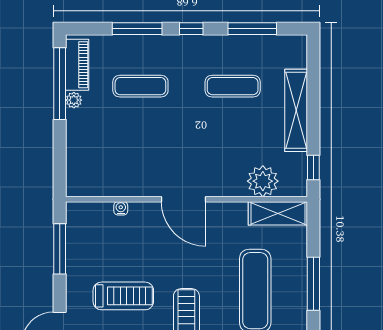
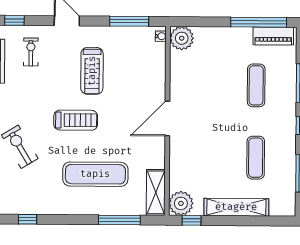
plant: (74, 100) -> (182, 38), moved, width x1.87, depth x1.87
plant: (263, 181) -> (181, 203), moved
water cooler: (121, 208) -> (161, 36), moved
window: (313, 284) -> (119, 220), moved

